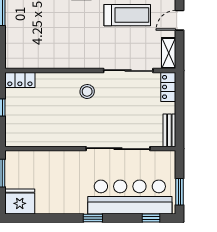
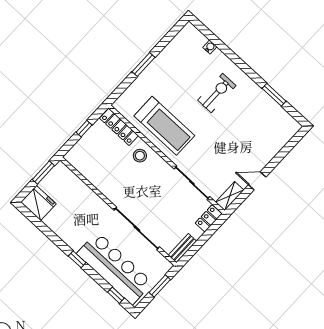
treadmill: (127, 15) -> (164, 126), moved, width x1.37, depth x1.38
locker: (20, 80) -> (119, 127), width x1.53
stool: (87, 91) -> (140, 156), moved
window: (179, 192) -> (160, 286), moved

